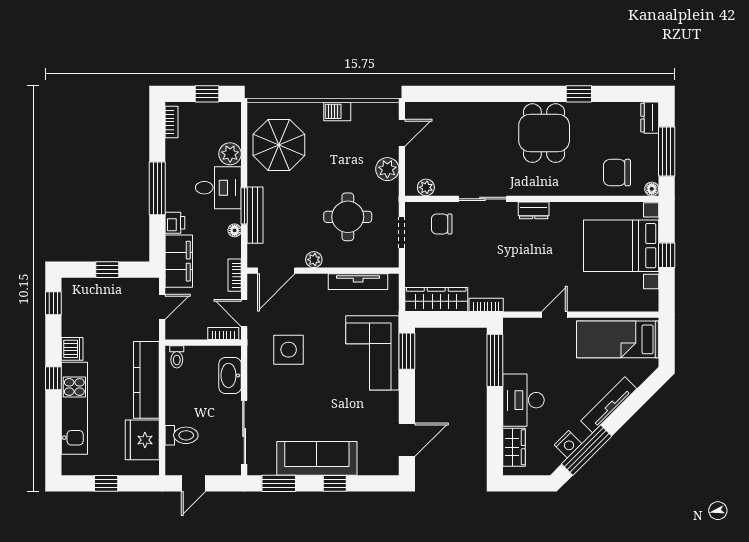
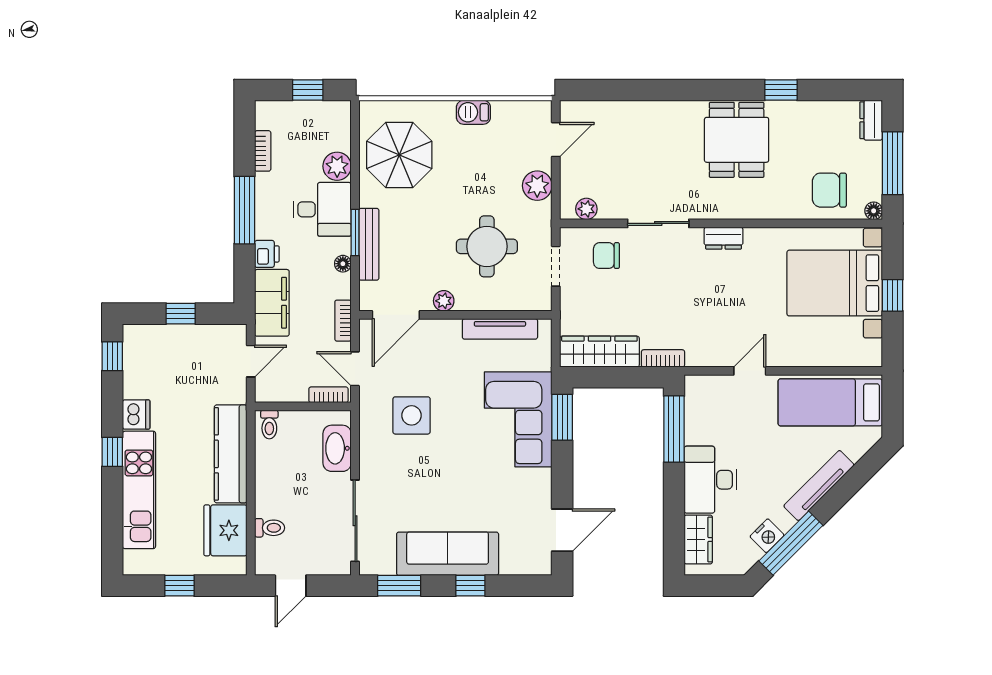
bookcase: (172, 122) -> (263, 151), moved
toilet: (182, 435) -> (270, 528), width x0.73, depth x0.72

